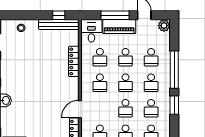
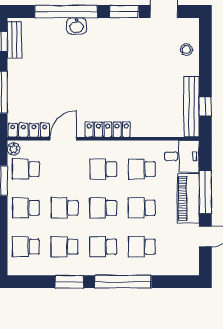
plant: (164, 26) -> (190, 266), removed
locker: (74, 61) -> (108, 130), moved
door: (80, 109) -> (63, 139), hinge flipped

